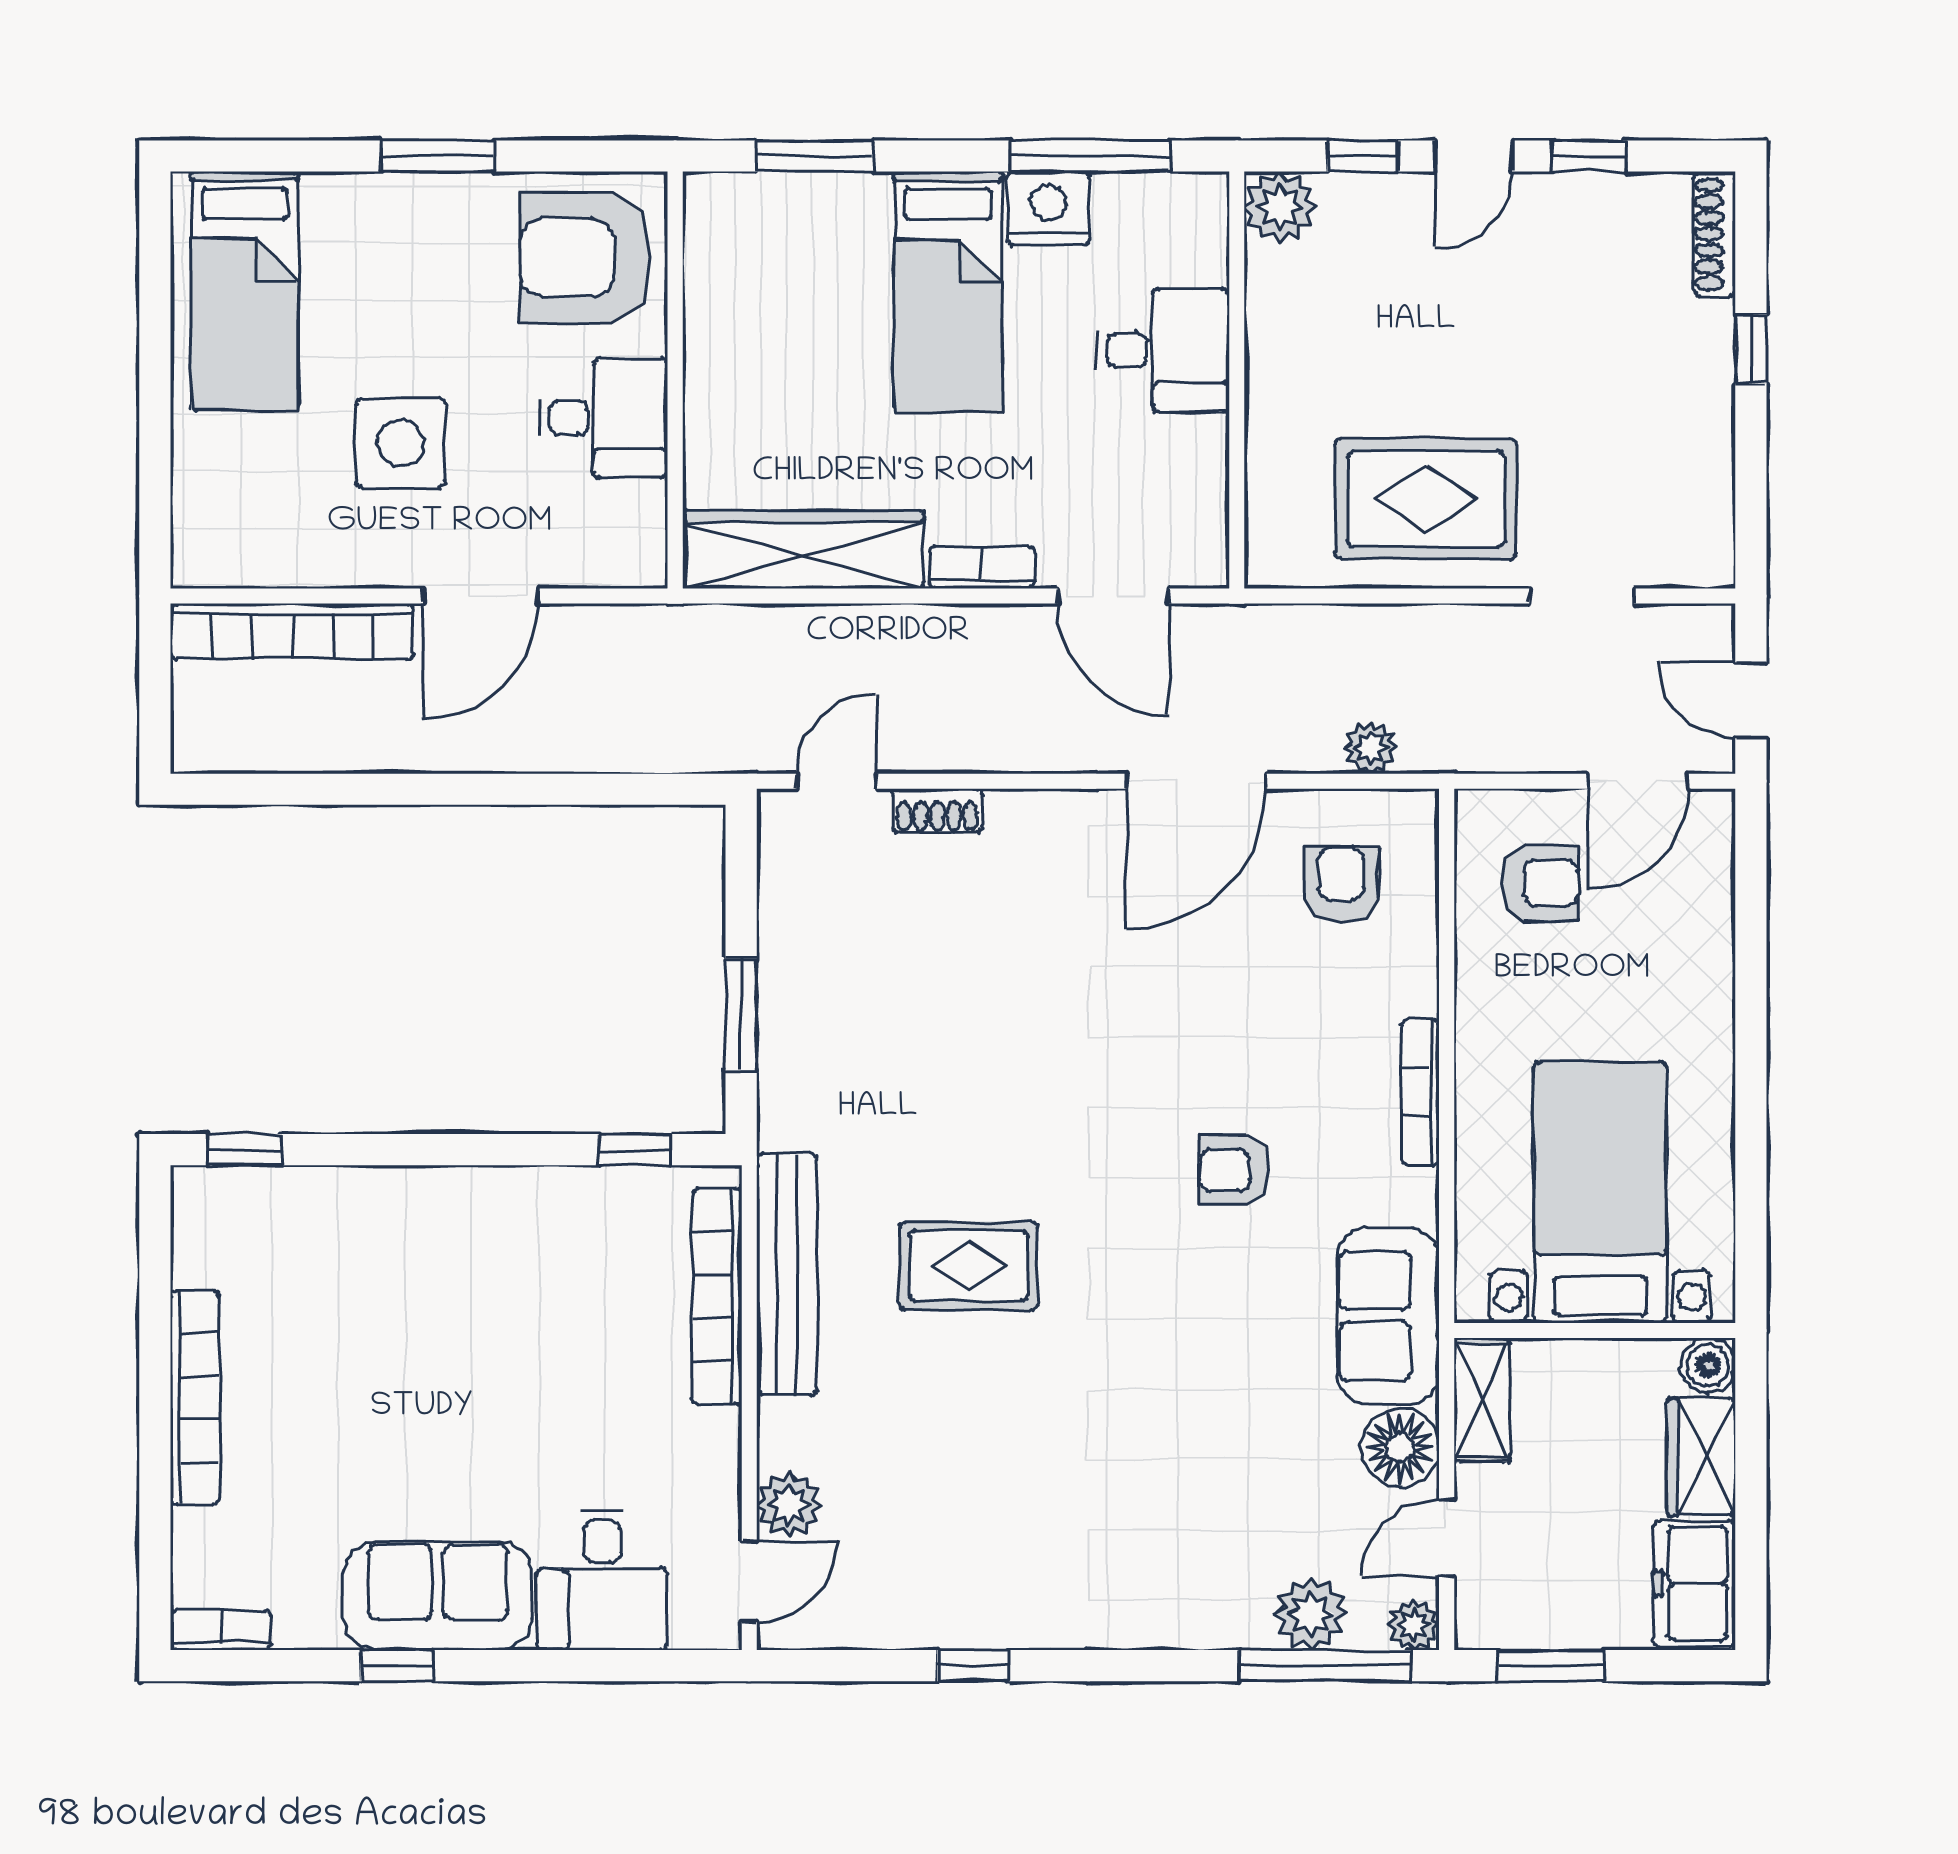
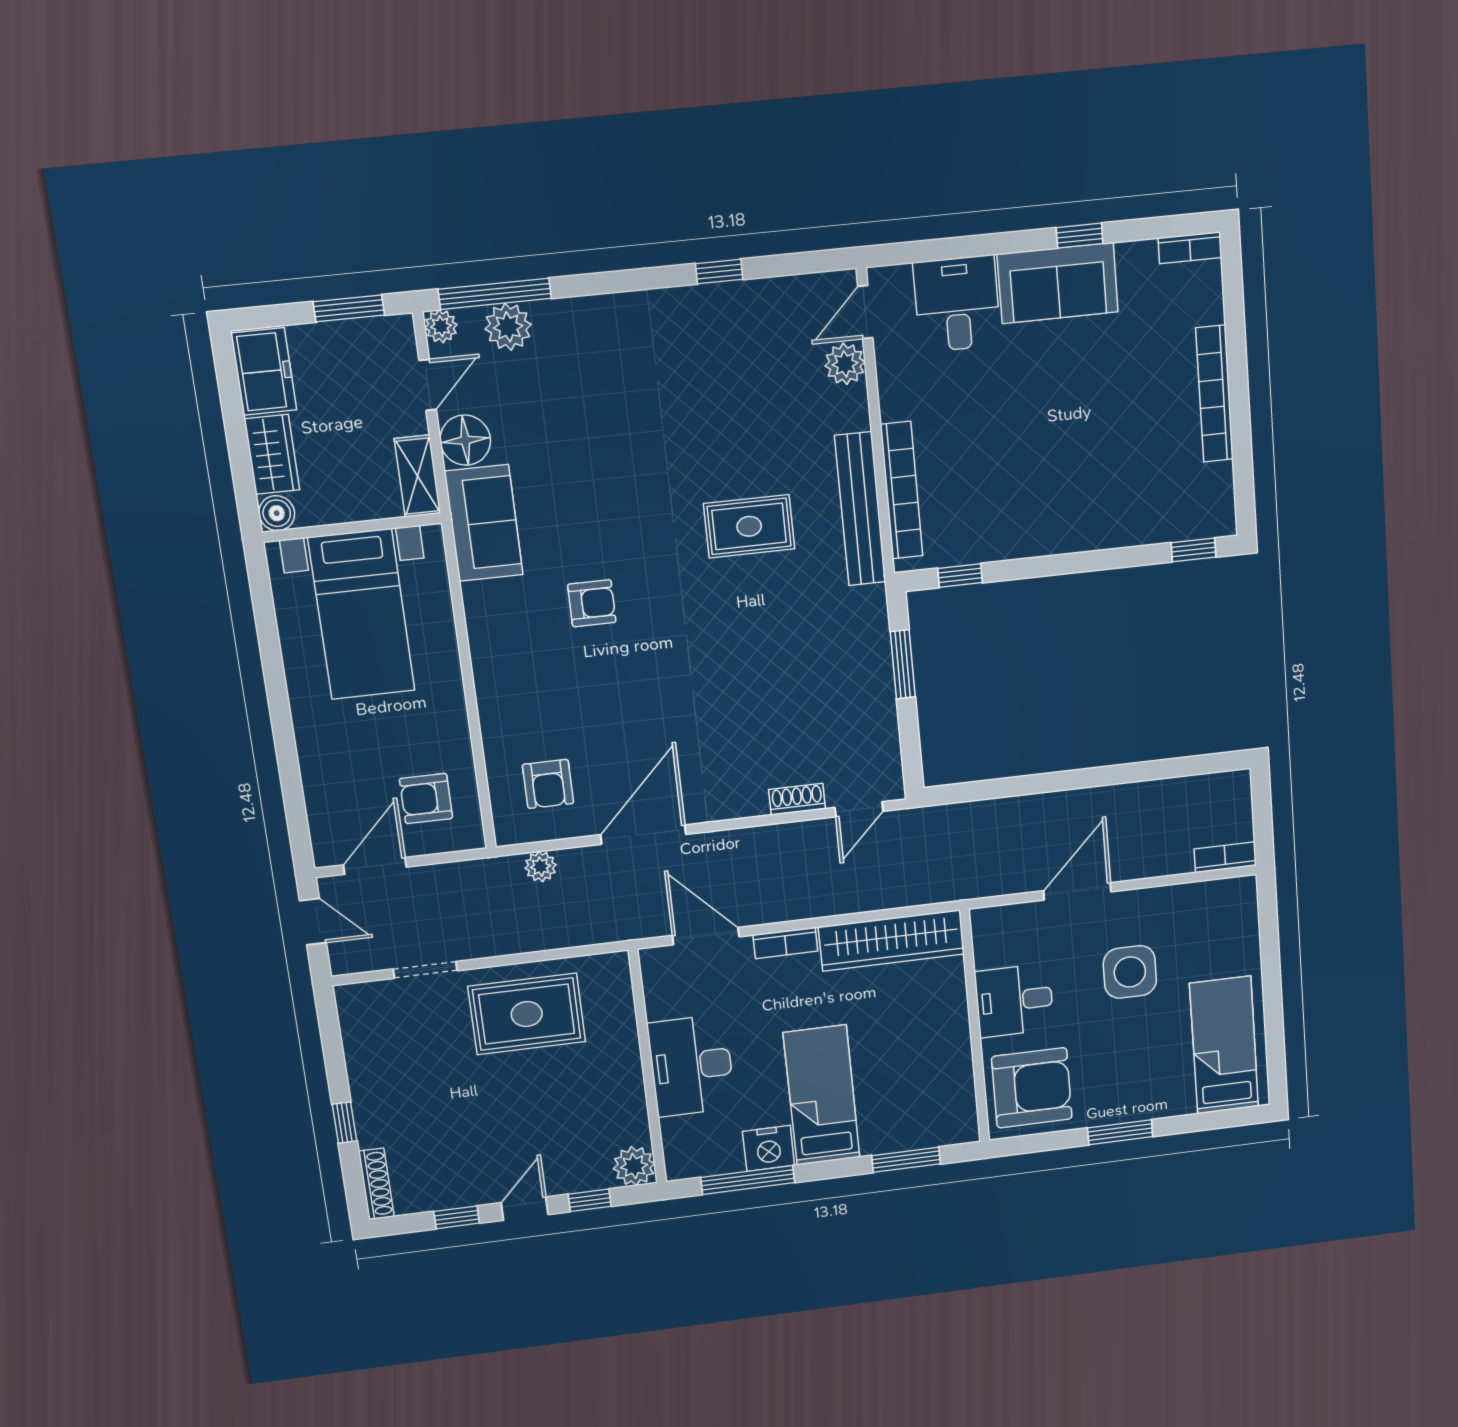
desk: (1163, 350) -> (691, 1066), width x1.37
bookcase: (292, 631) -> (1225, 857), width x0.43, depth x0.76
bookcase: (1421, 1092) -> (482, 664), removed

